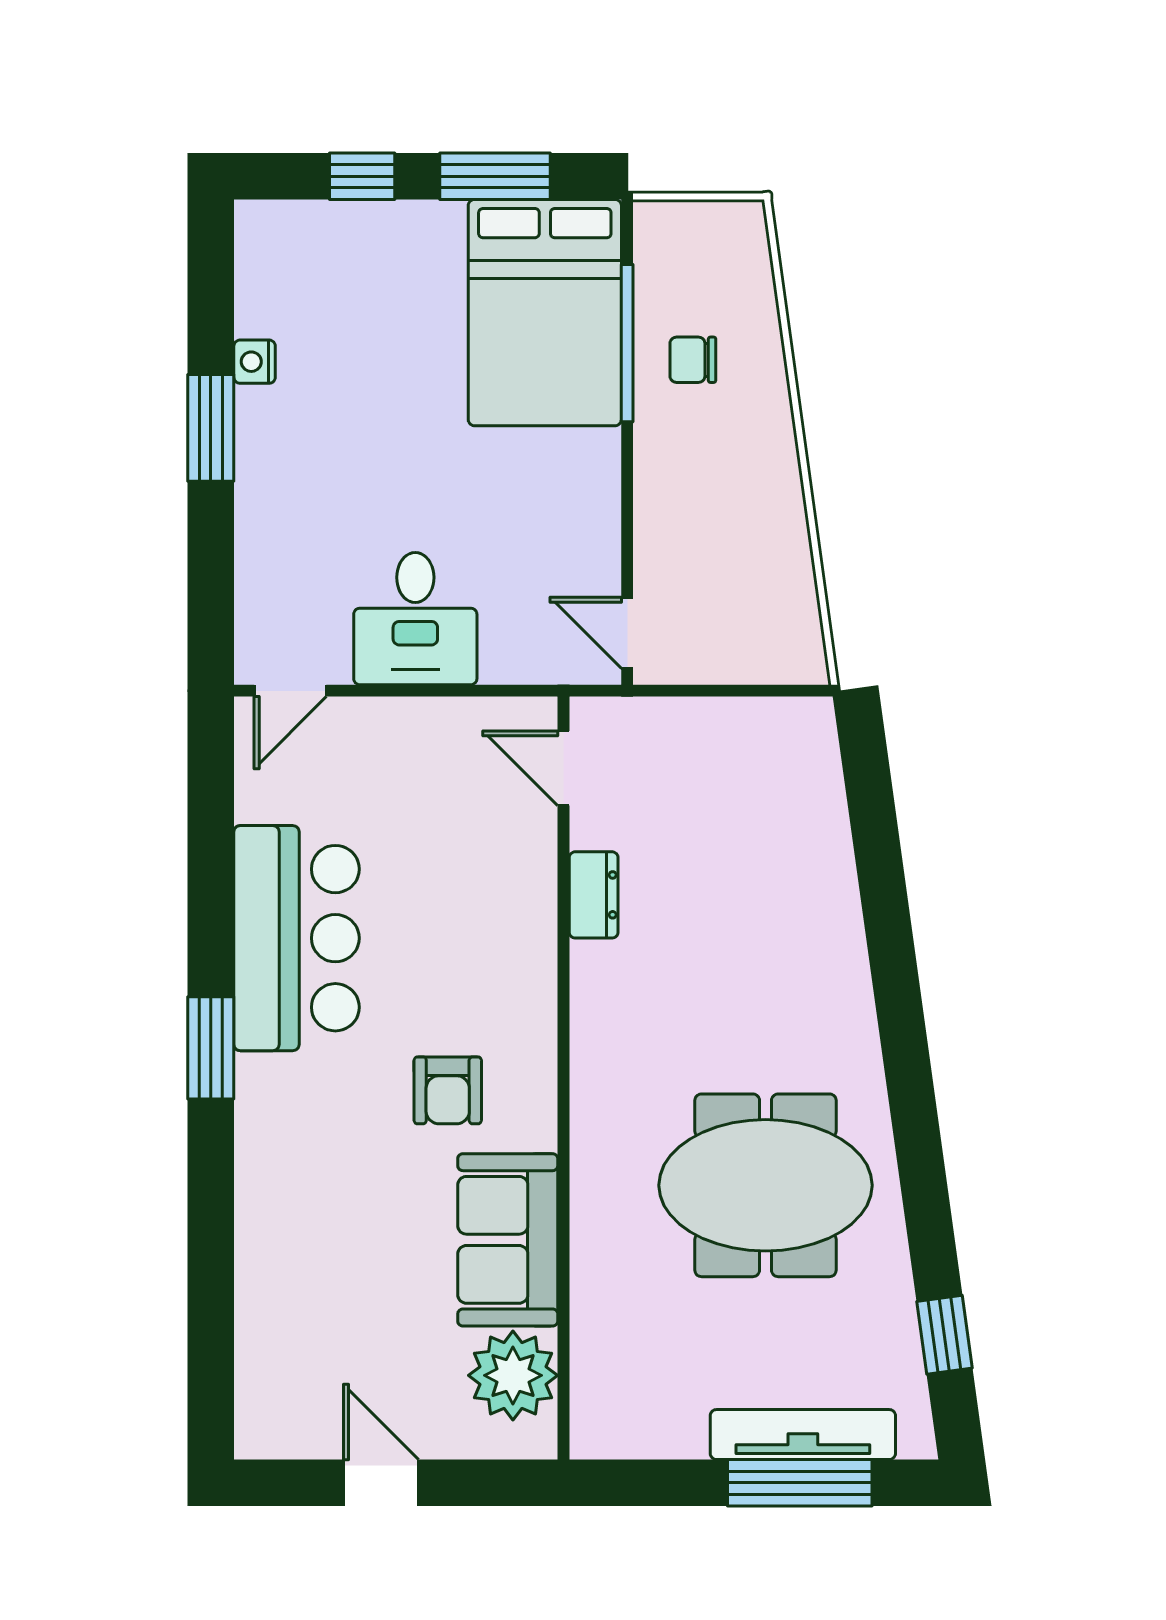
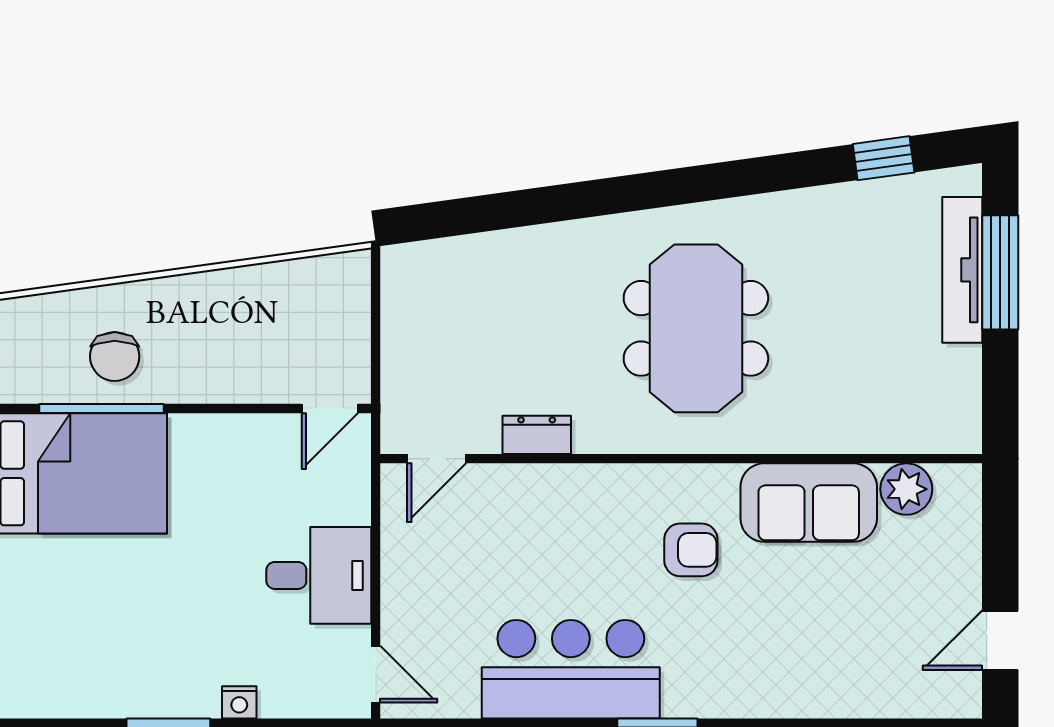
chair: (693, 360) -> (115, 357), width x1.37, depth x1.37
nightstand: (255, 362) -> (239, 702), moved
meeting table: (766, 1185) -> (696, 328), moved
plant: (513, 1375) -> (906, 489), width x0.73, depth x0.73
door: (381, 1483) -> (1000, 640), moved

